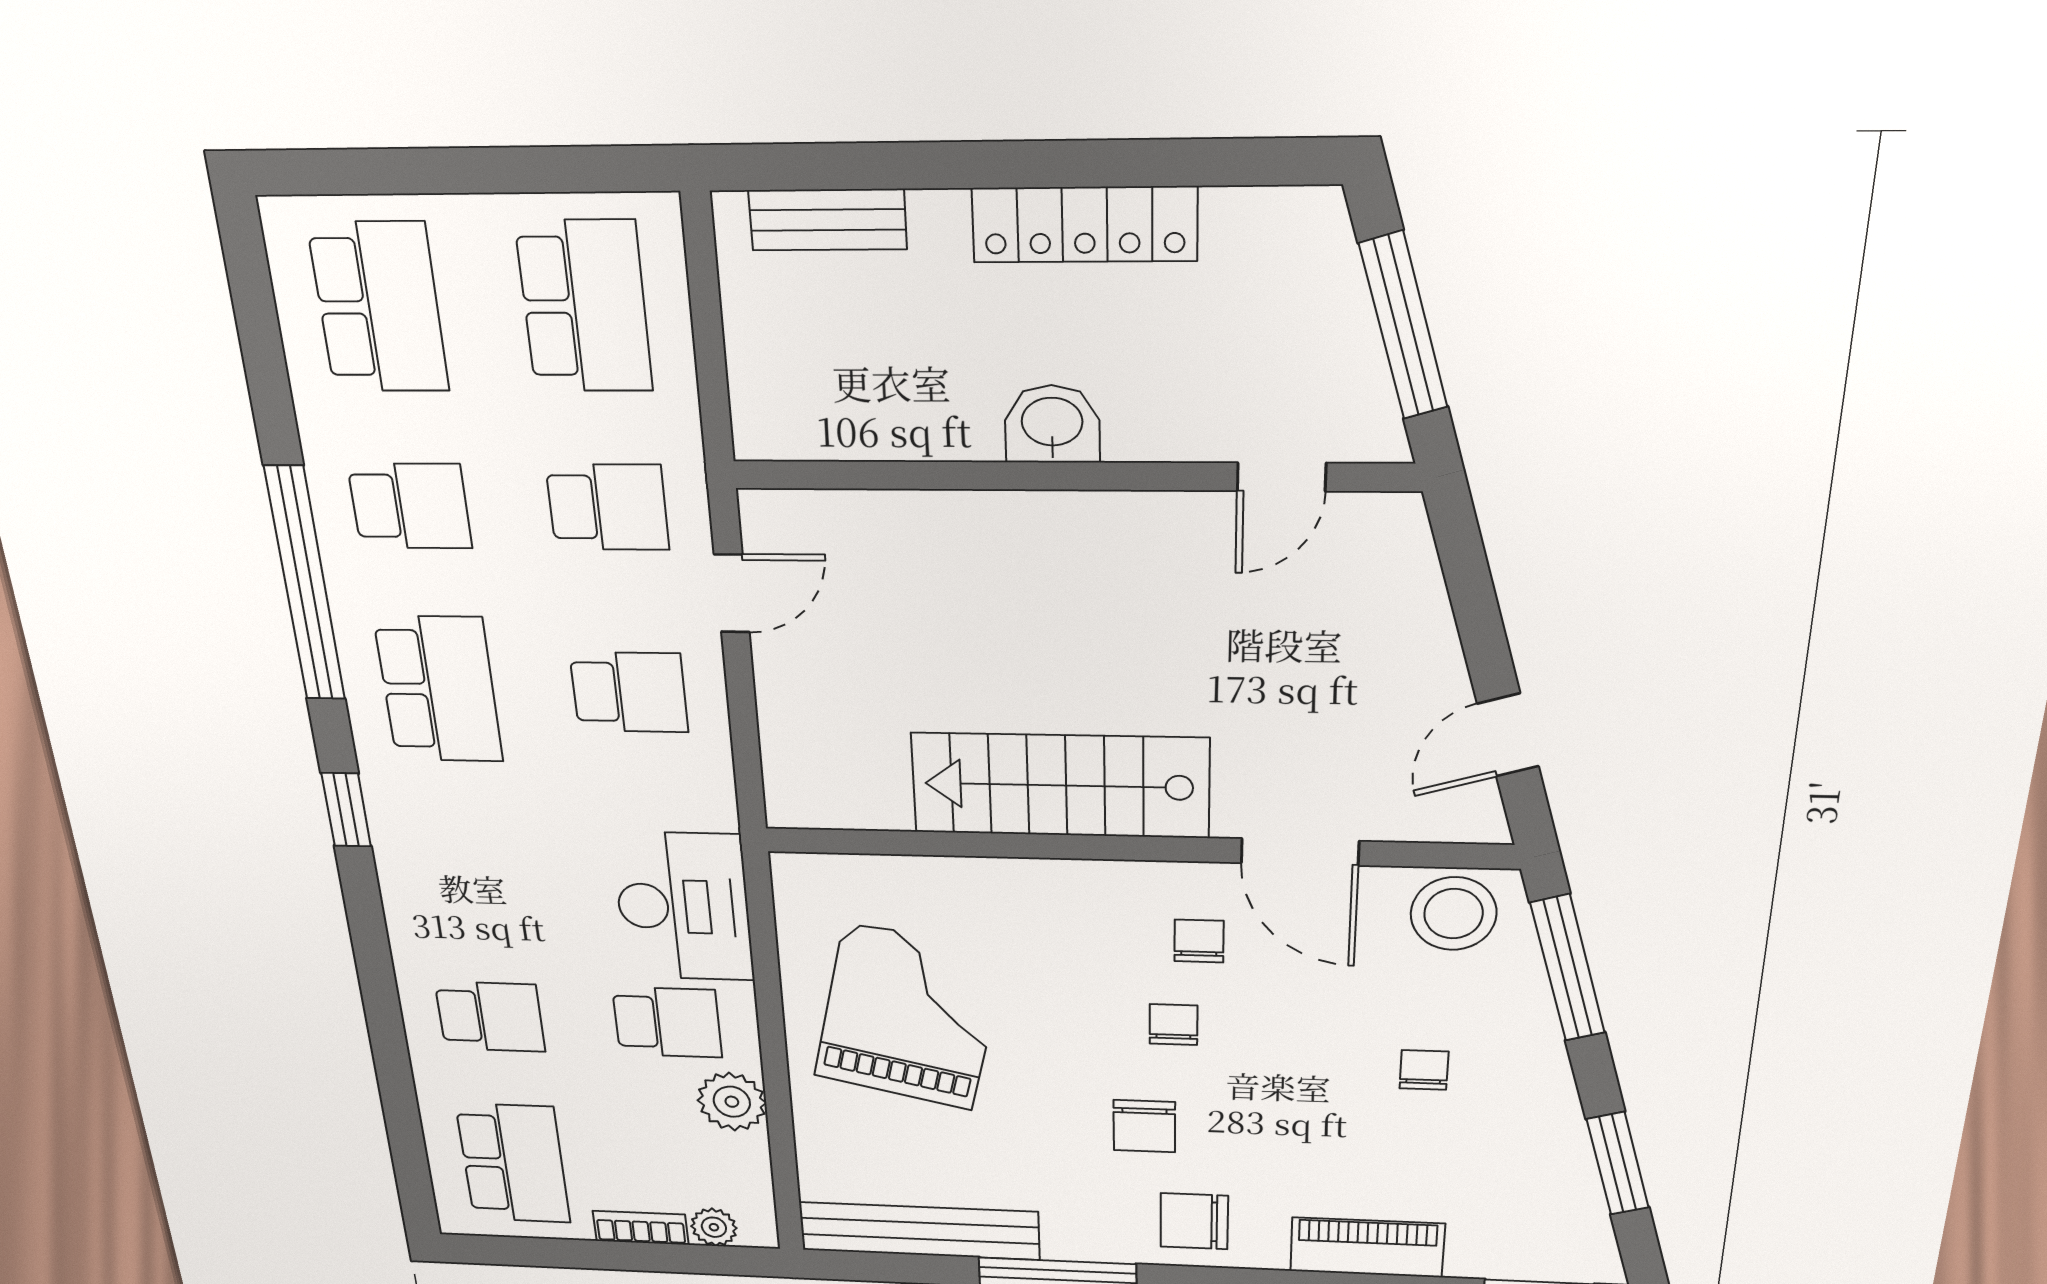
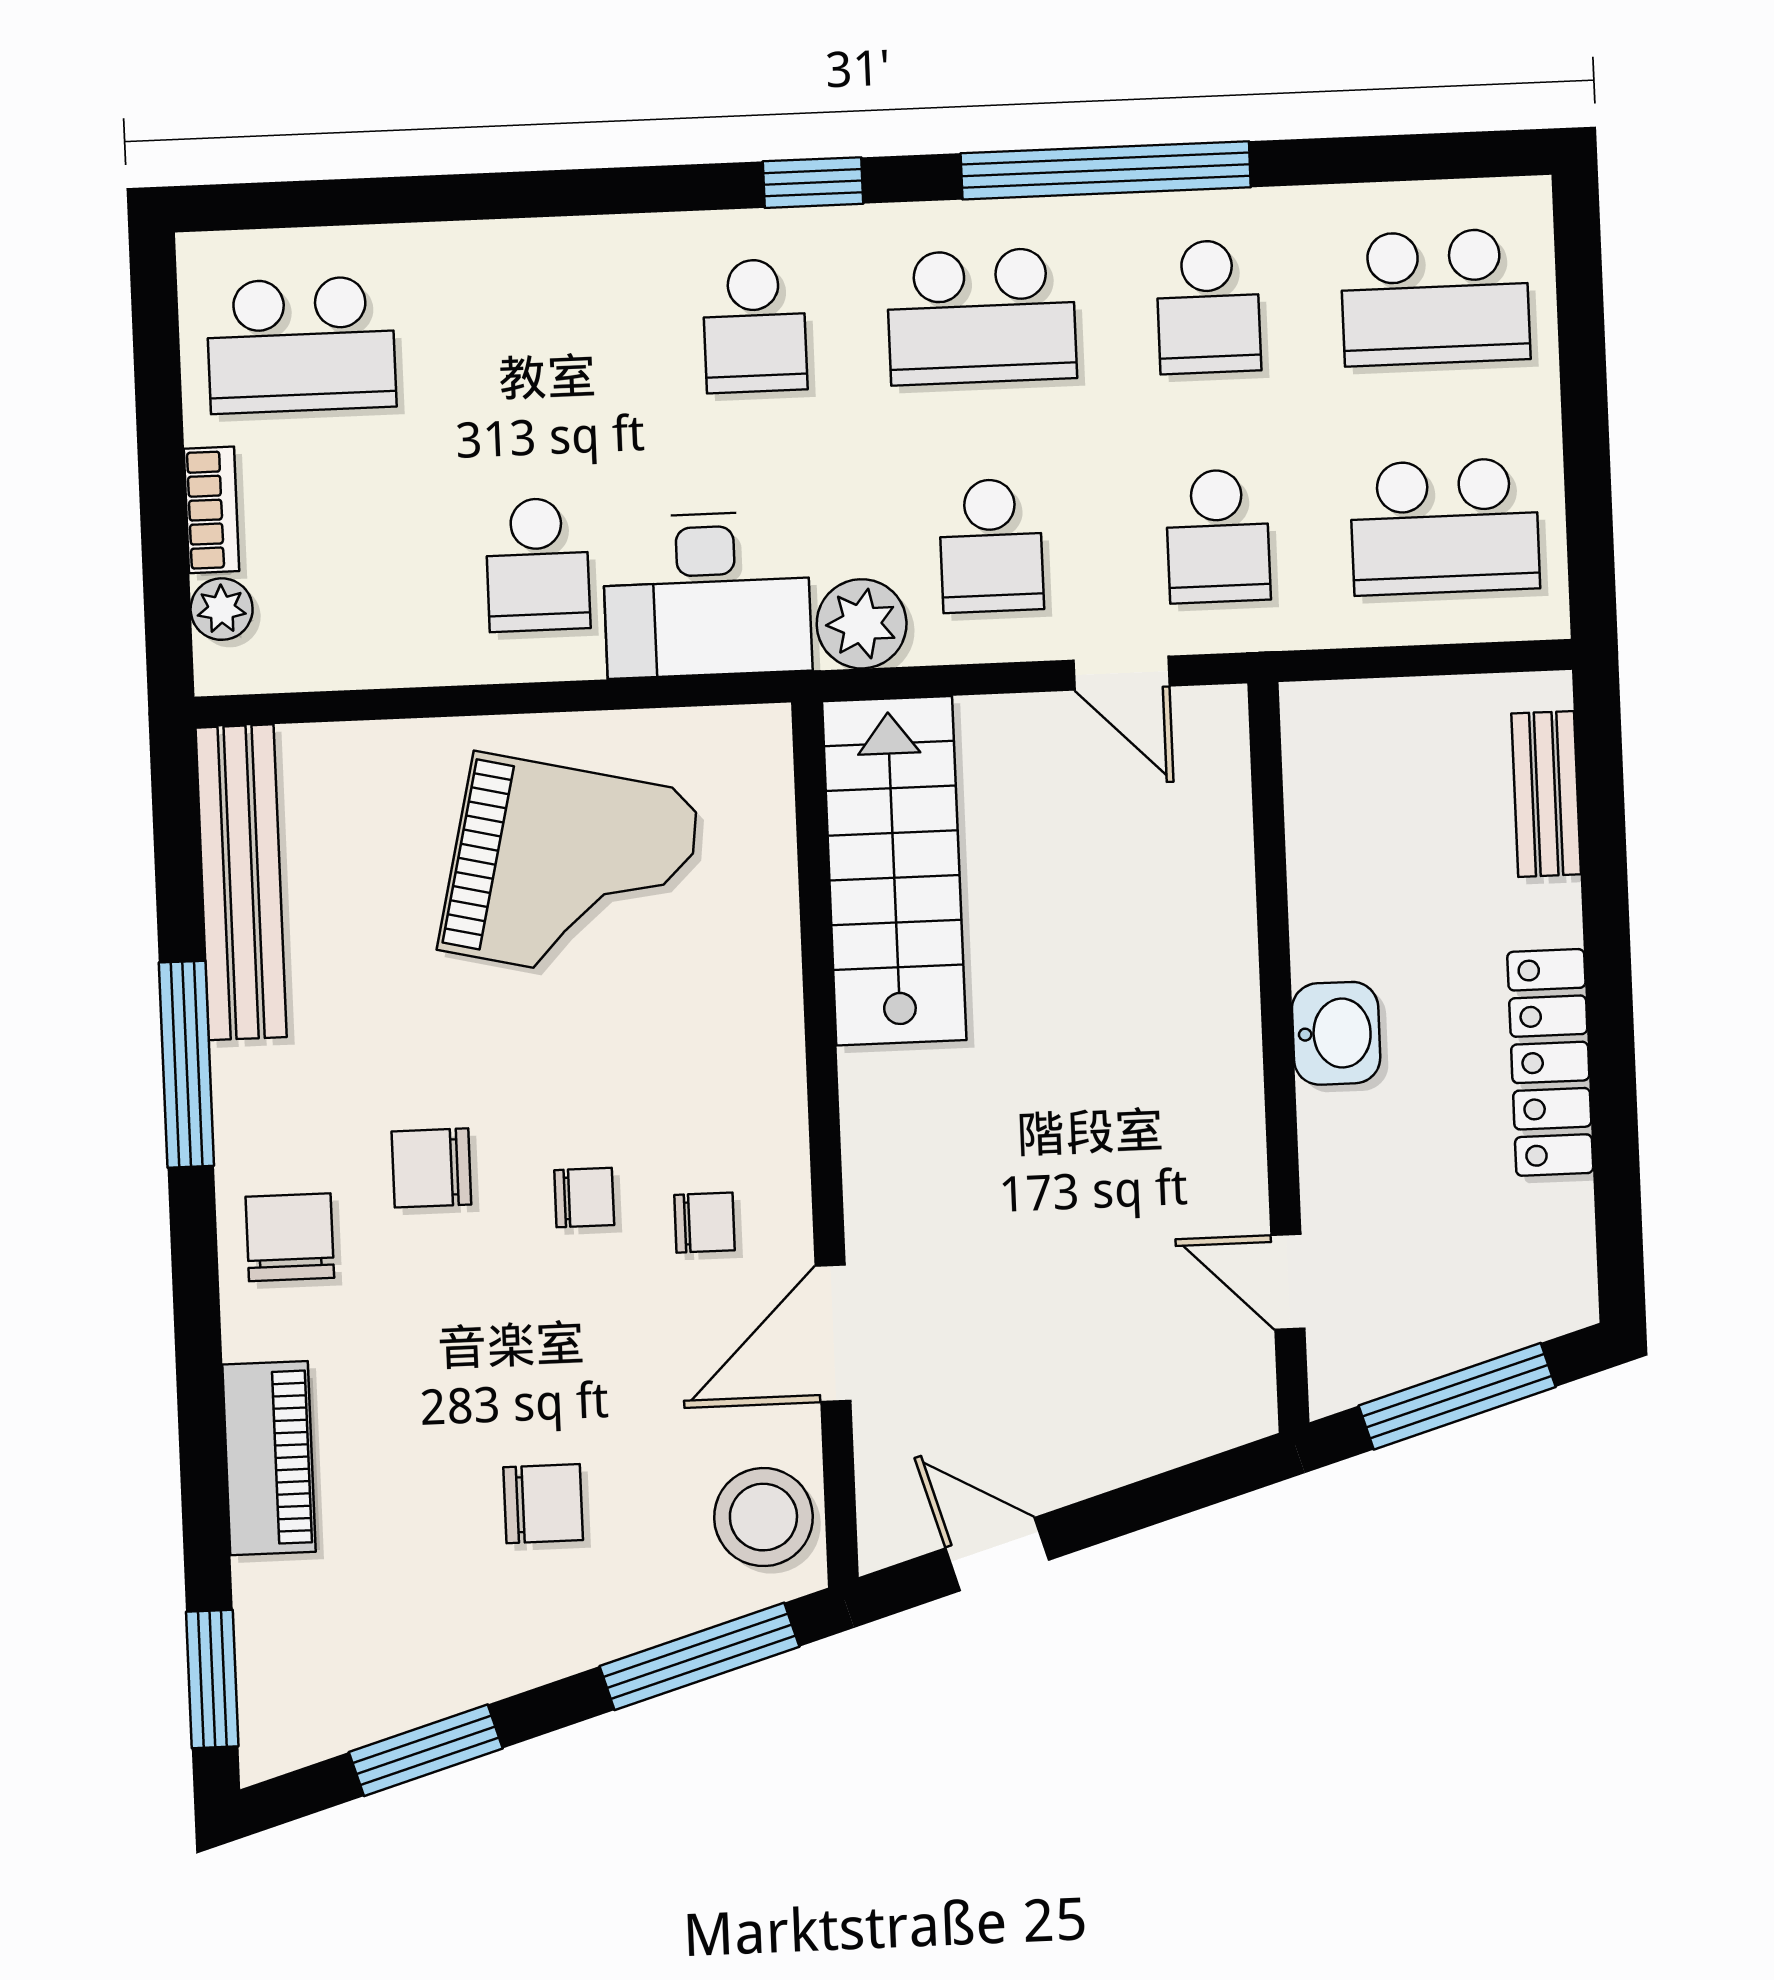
stairs: (1060, 785) -> (894, 871), moved
school desk: (490, 1017) -> (755, 326), moved
chair: (1424, 1070) -> (543, 1504), width x1.37, depth x1.37
plant: (732, 1102) -> (862, 624), moved

